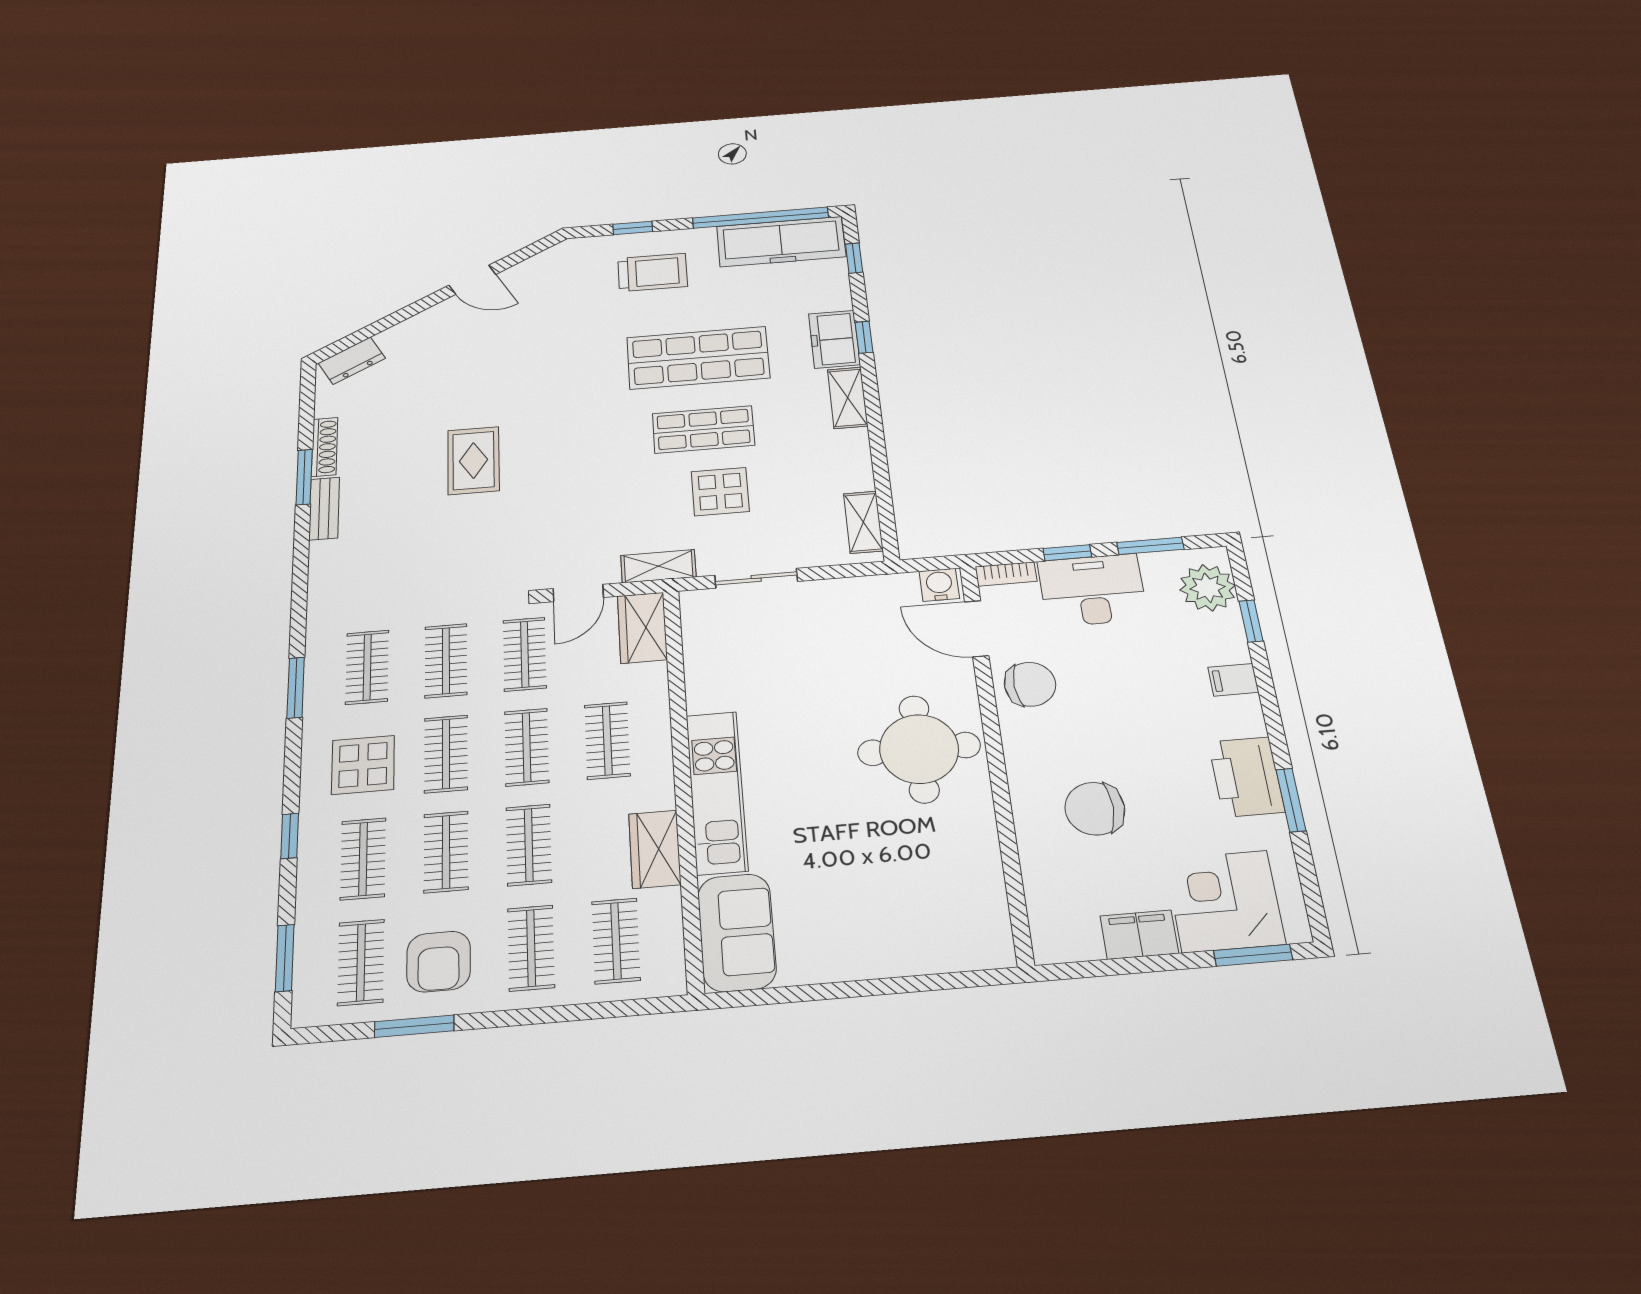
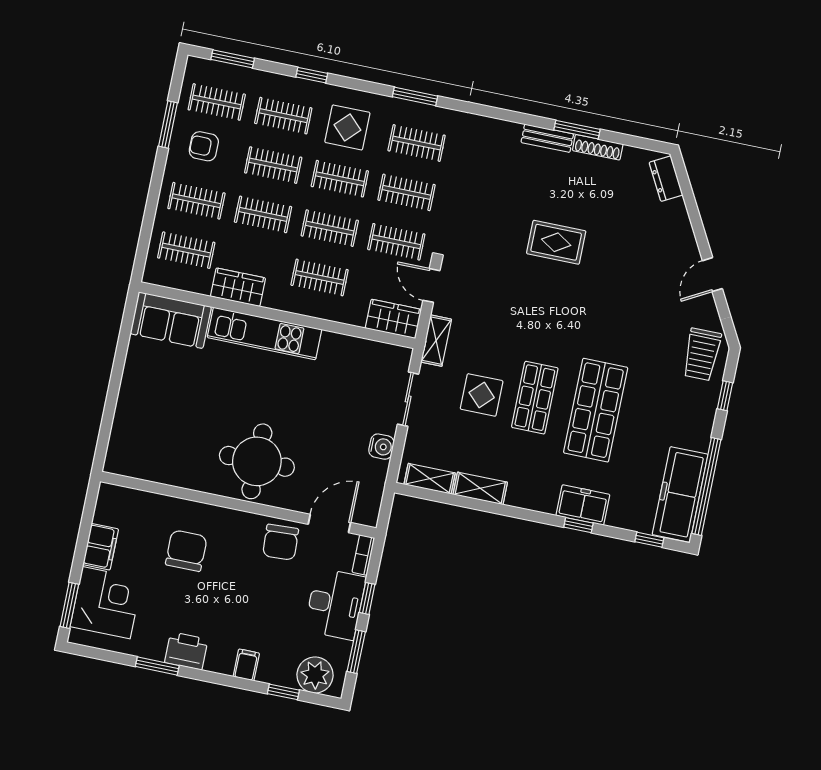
trolley: (653, 272) -> (702, 354), moved
shelving: (848, 398) -> (480, 488), moved
water cooler: (939, 585) -> (381, 447), moved
printer: (1246, 777) -> (186, 651), width x0.73, depth x0.84
armchair: (439, 962) -> (204, 146), width x0.72, depth x0.72

